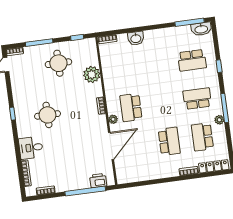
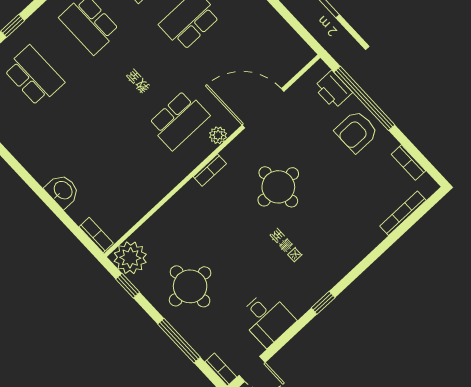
plant: (92, 74) -> (130, 258), moved
round table: (47, 115) -> (278, 187), moved
desk: (31, 148) -> (267, 319), moved
armchair: (74, 178) -> (356, 132), added

